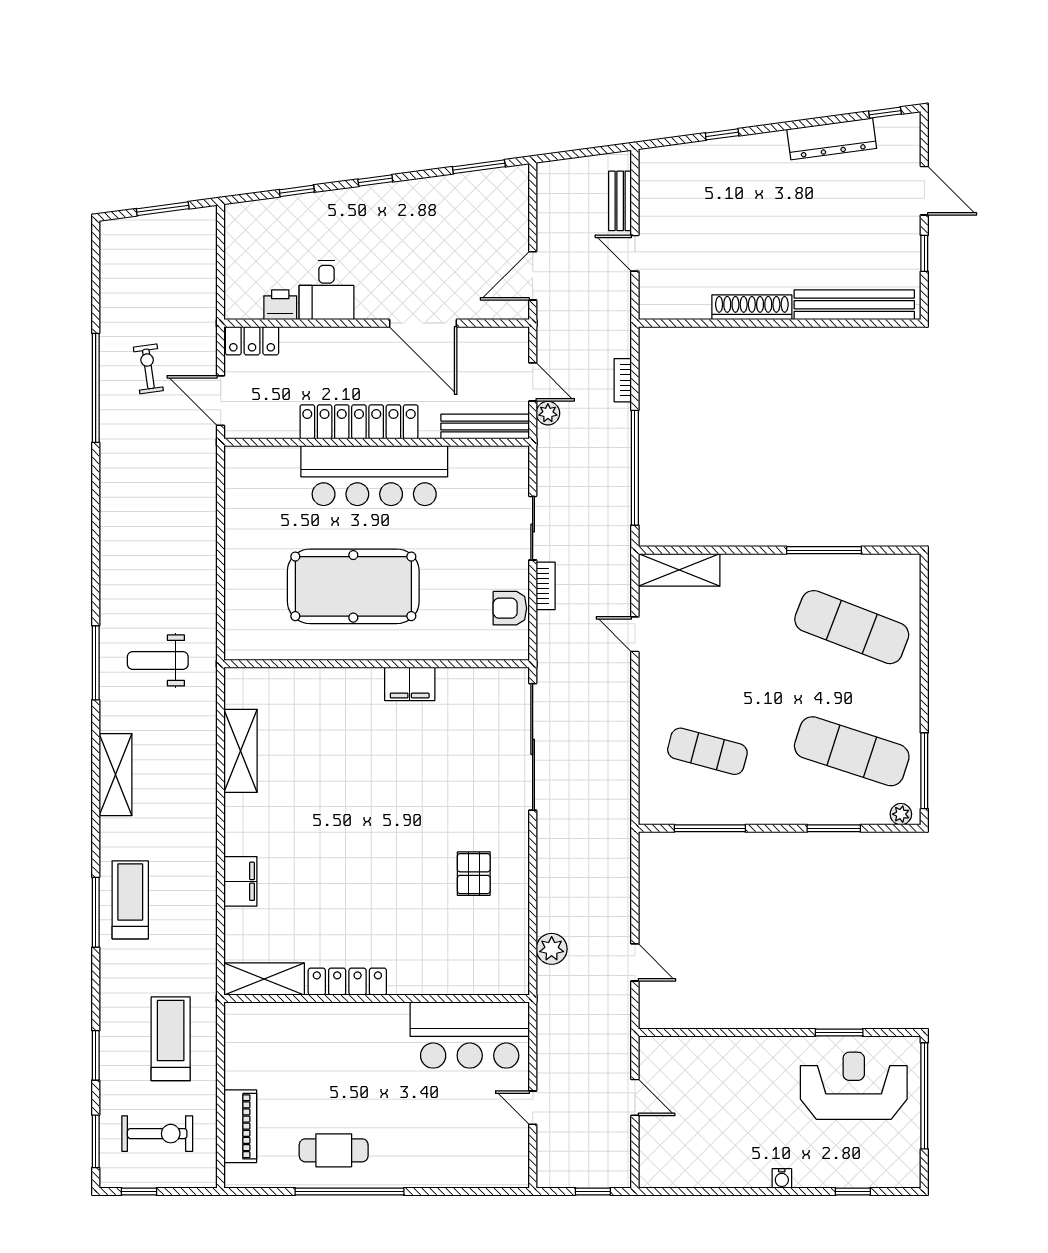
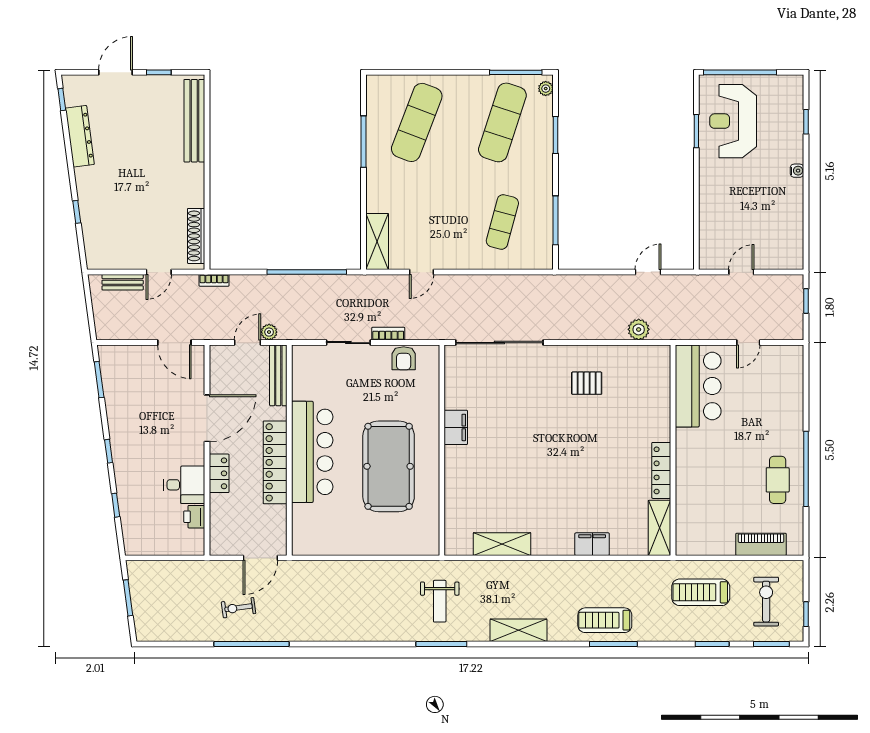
shoe rack: (752, 307) -> (196, 236), moved
locker: (252, 341) -> (219, 473), moved
bookcase: (623, 380) -> (214, 280), moved

